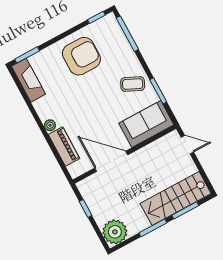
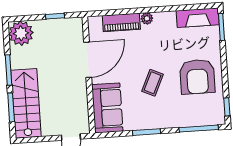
coffee table: (133, 84) -> (152, 83), moved
window: (158, 91) -> (146, 132), moved

